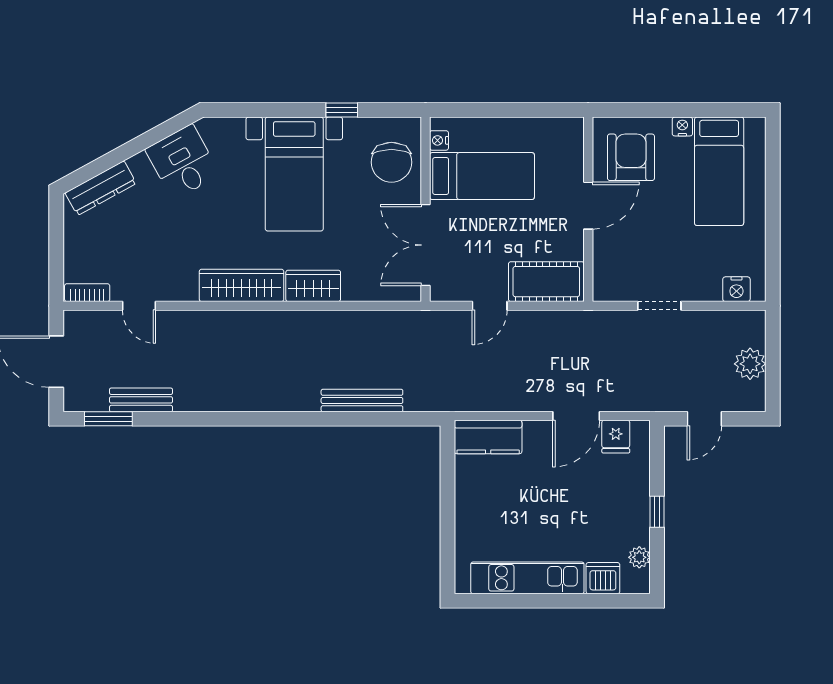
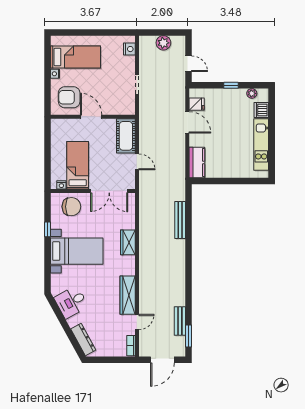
wardrobe: (242, 285) -> (128, 295), moved

